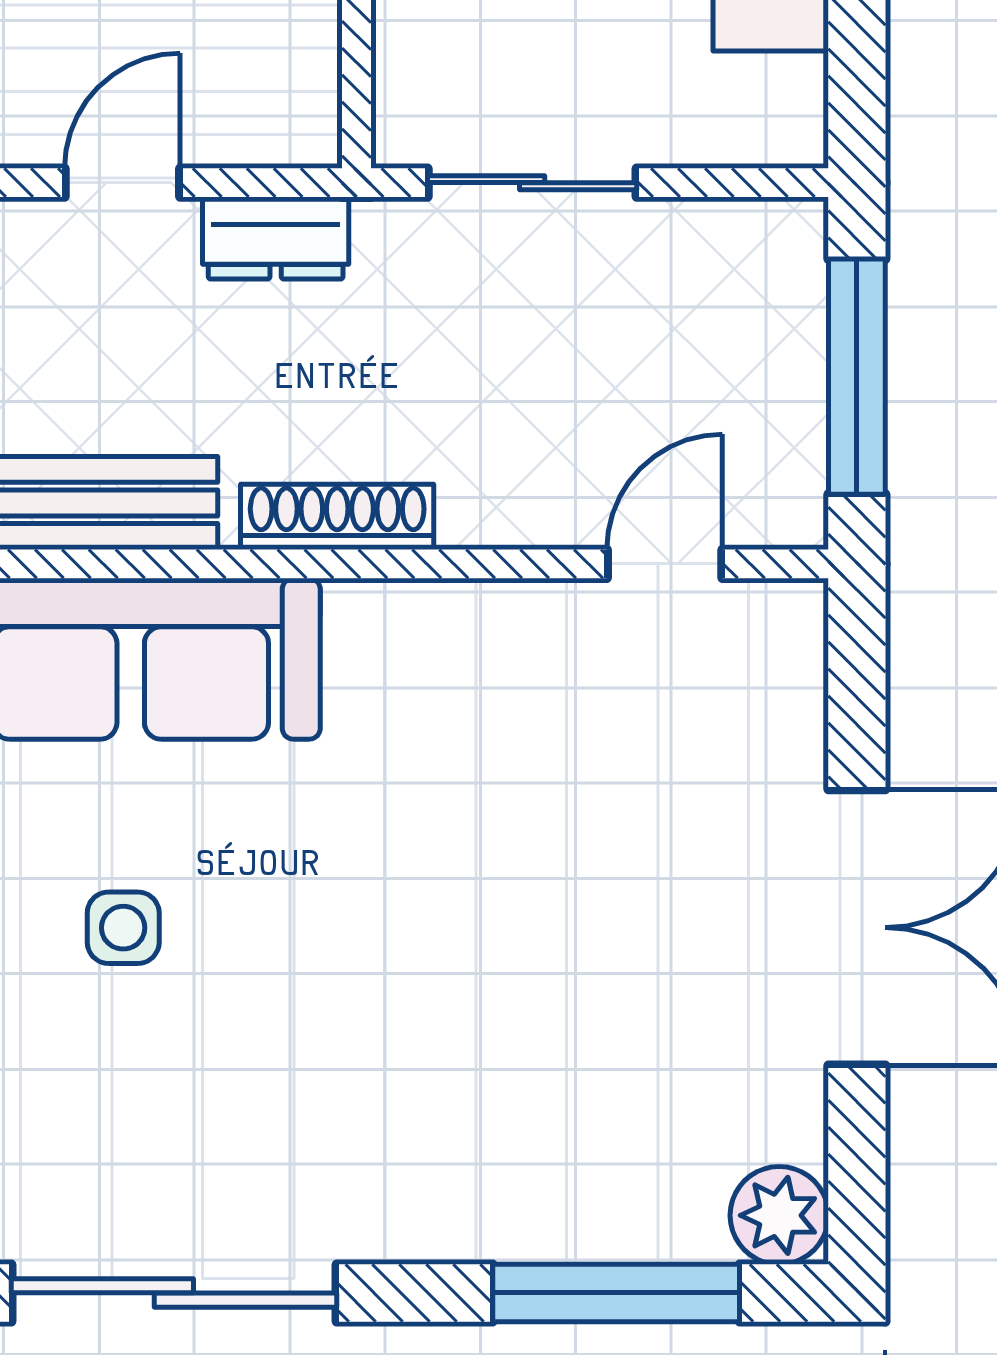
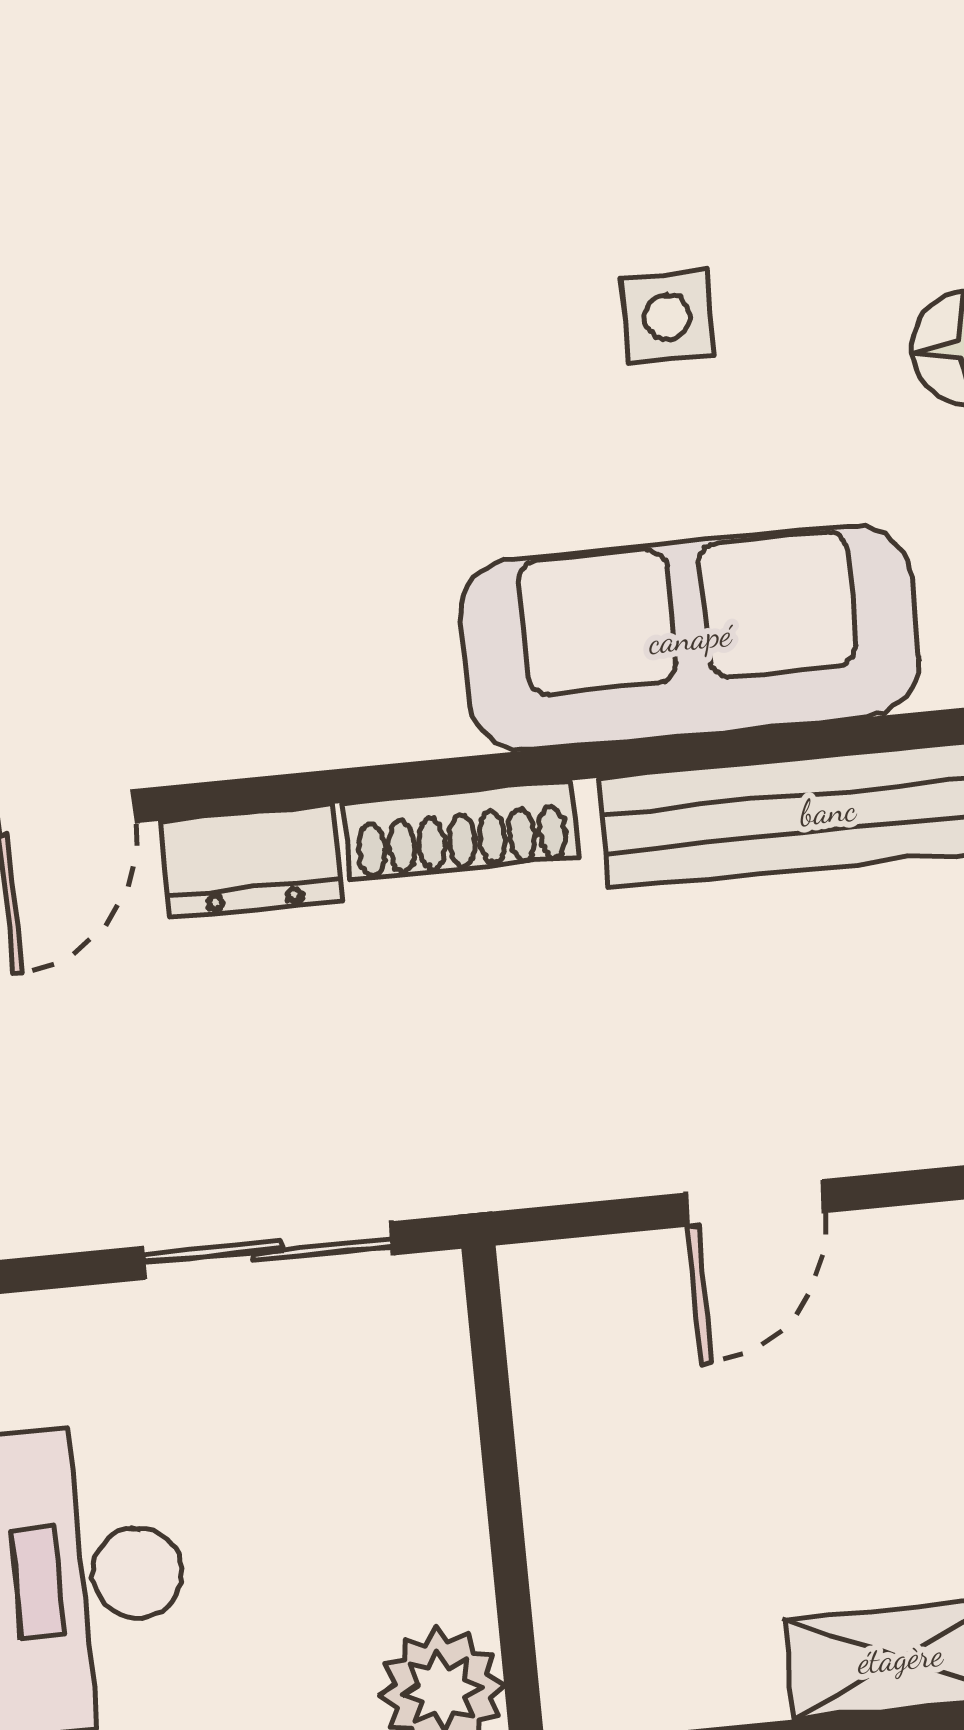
dresser: (276, 238) -> (251, 861), moved, turned 180

